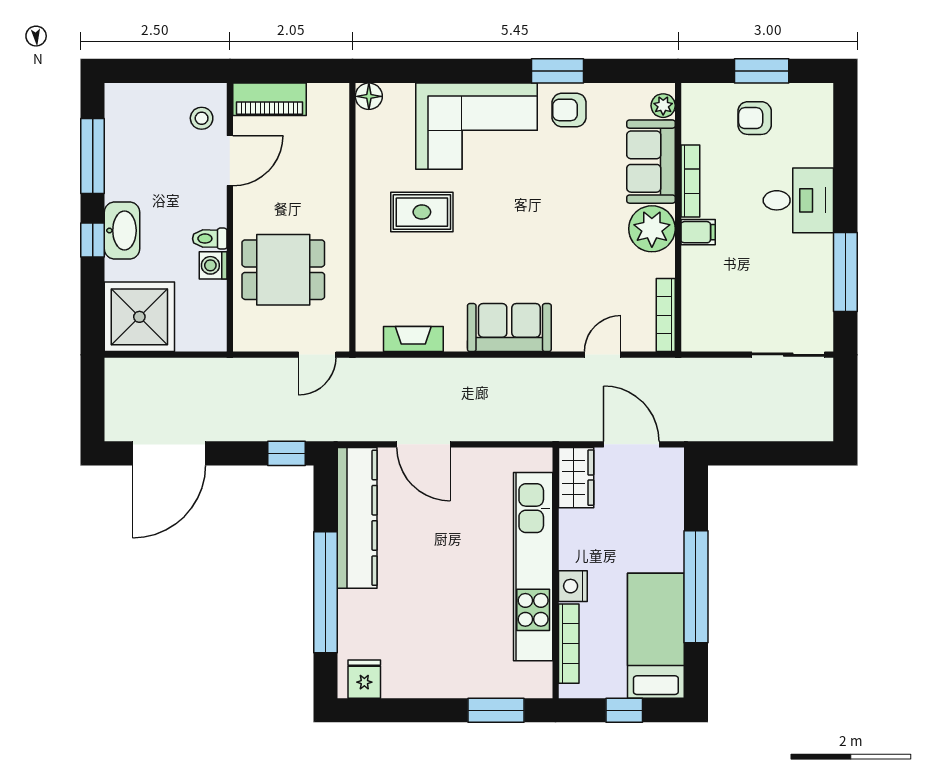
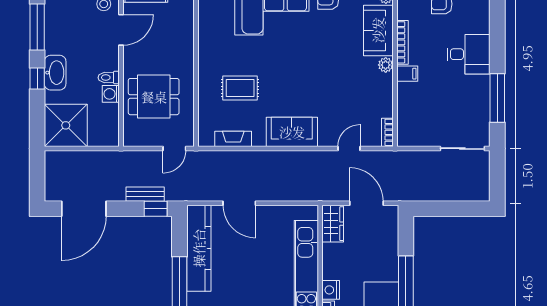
rug: (422, 212) -> (240, 88), moved
plant: (652, 229) -> (386, 65), width x0.53, depth x0.53
bookcase: (666, 315) -> (387, 132), width x0.64
bench: (269, 429) -> (145, 194), added

